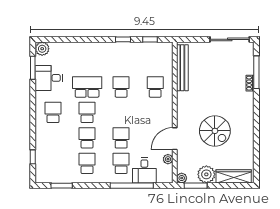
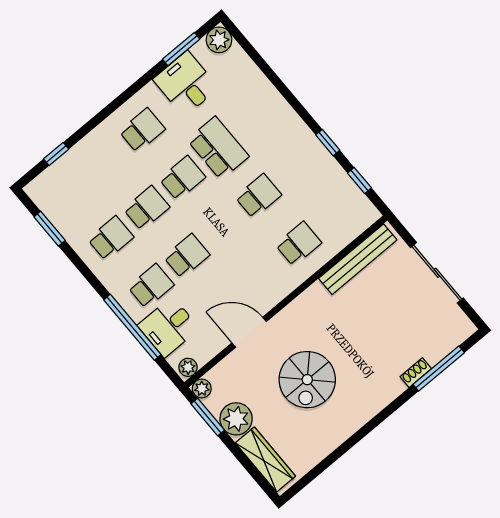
sliding door: (230, 39) -> (437, 273), moved
plant: (168, 159) -> (188, 367), moved

